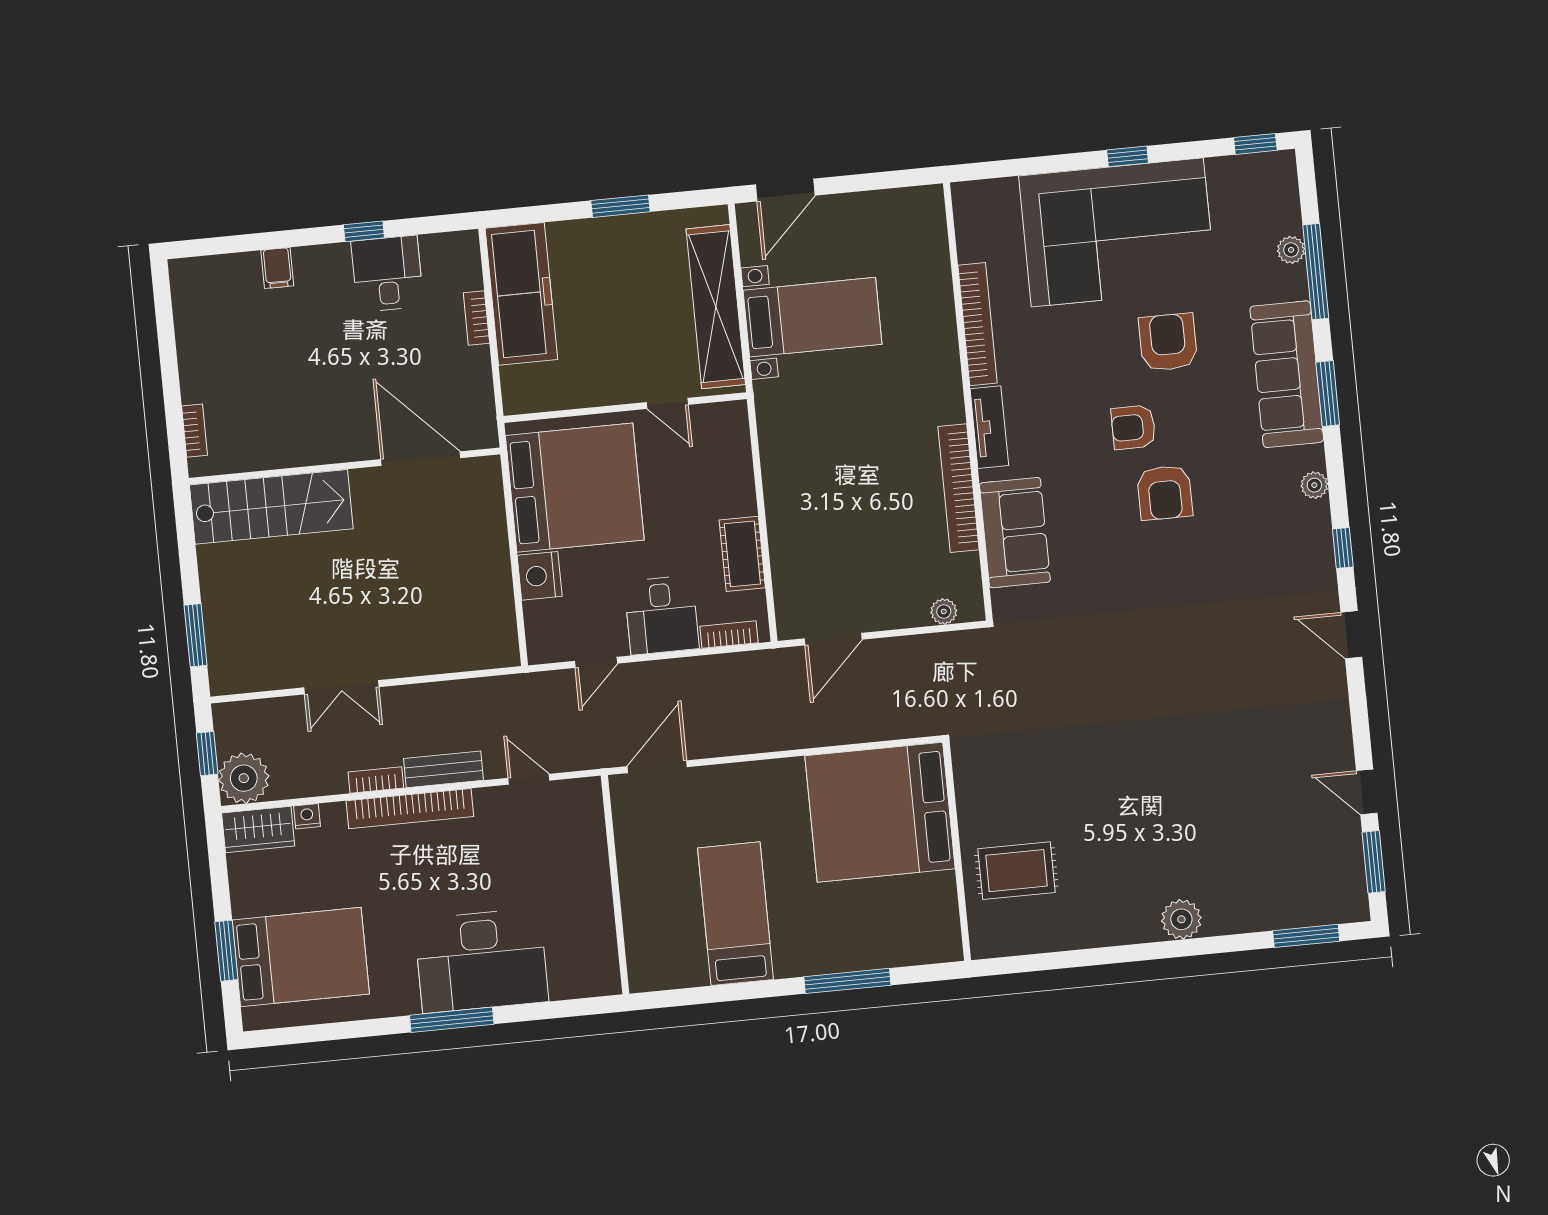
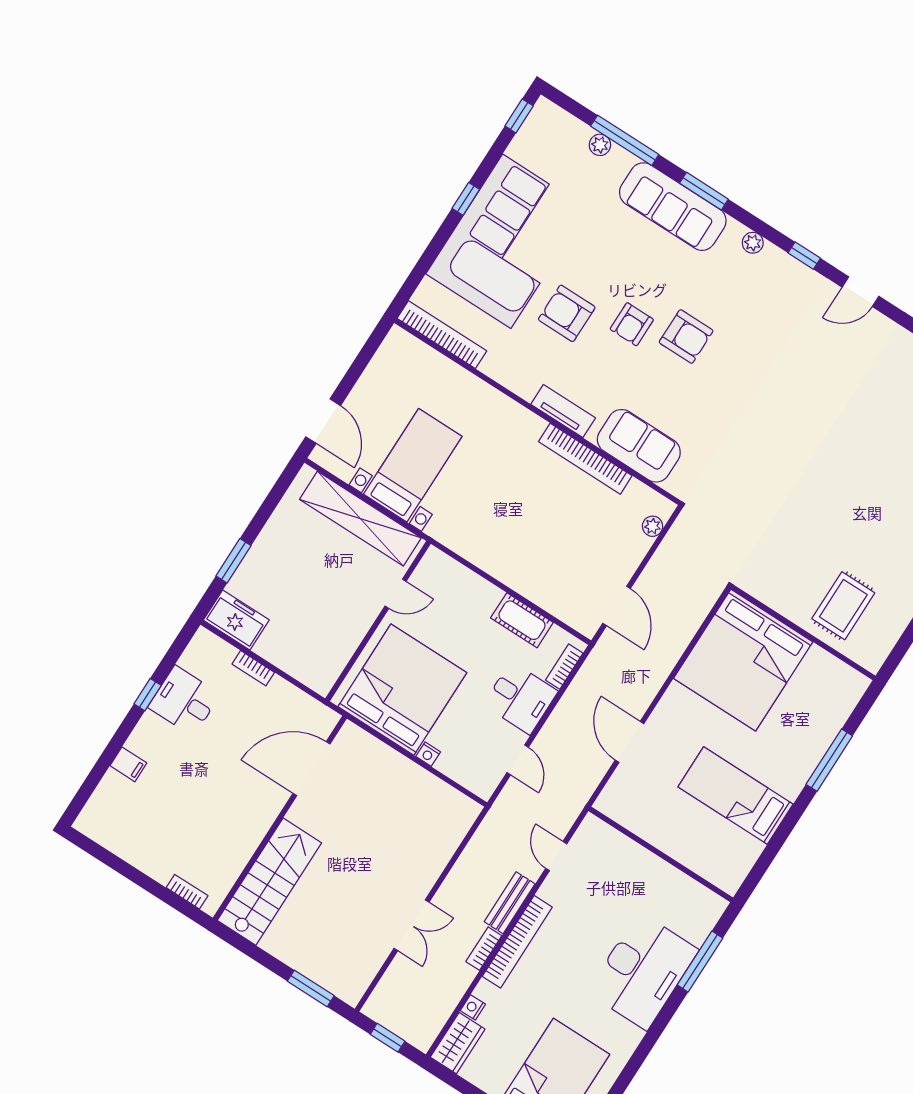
window: (620, 206) -> (234, 561), moved
freezer: (521, 294) -> (236, 620), width x0.52, depth x0.79
bookcase: (978, 324) -> (442, 335), moved
armchair: (1168, 342) -> (567, 313), moved
nightstand: (540, 576) -> (428, 754), width x0.53, depth x0.56
door: (657, 767) -> (630, 742), moved
plant: (244, 778) -> (420, 1027), removed
door: (529, 779) -> (556, 856), hinge flipped
window: (452, 1020) -> (700, 962), moved

